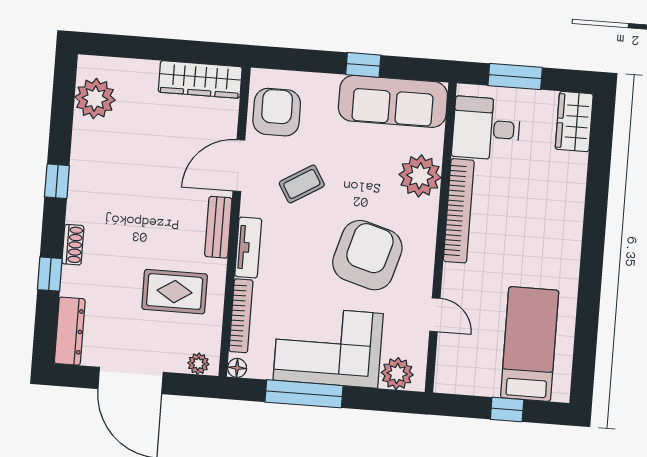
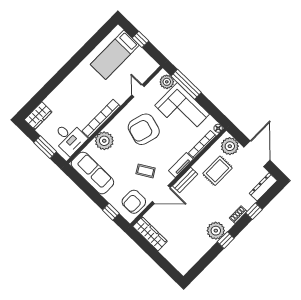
window: (363, 65) -> (111, 212), moved
plant: (95, 99) -> (216, 231), moved
rug: (175, 292) -> (218, 171), turned 90
plant: (198, 364) -> (230, 146), width x1.88, depth x1.88
window: (304, 394) -> (186, 84), moved

